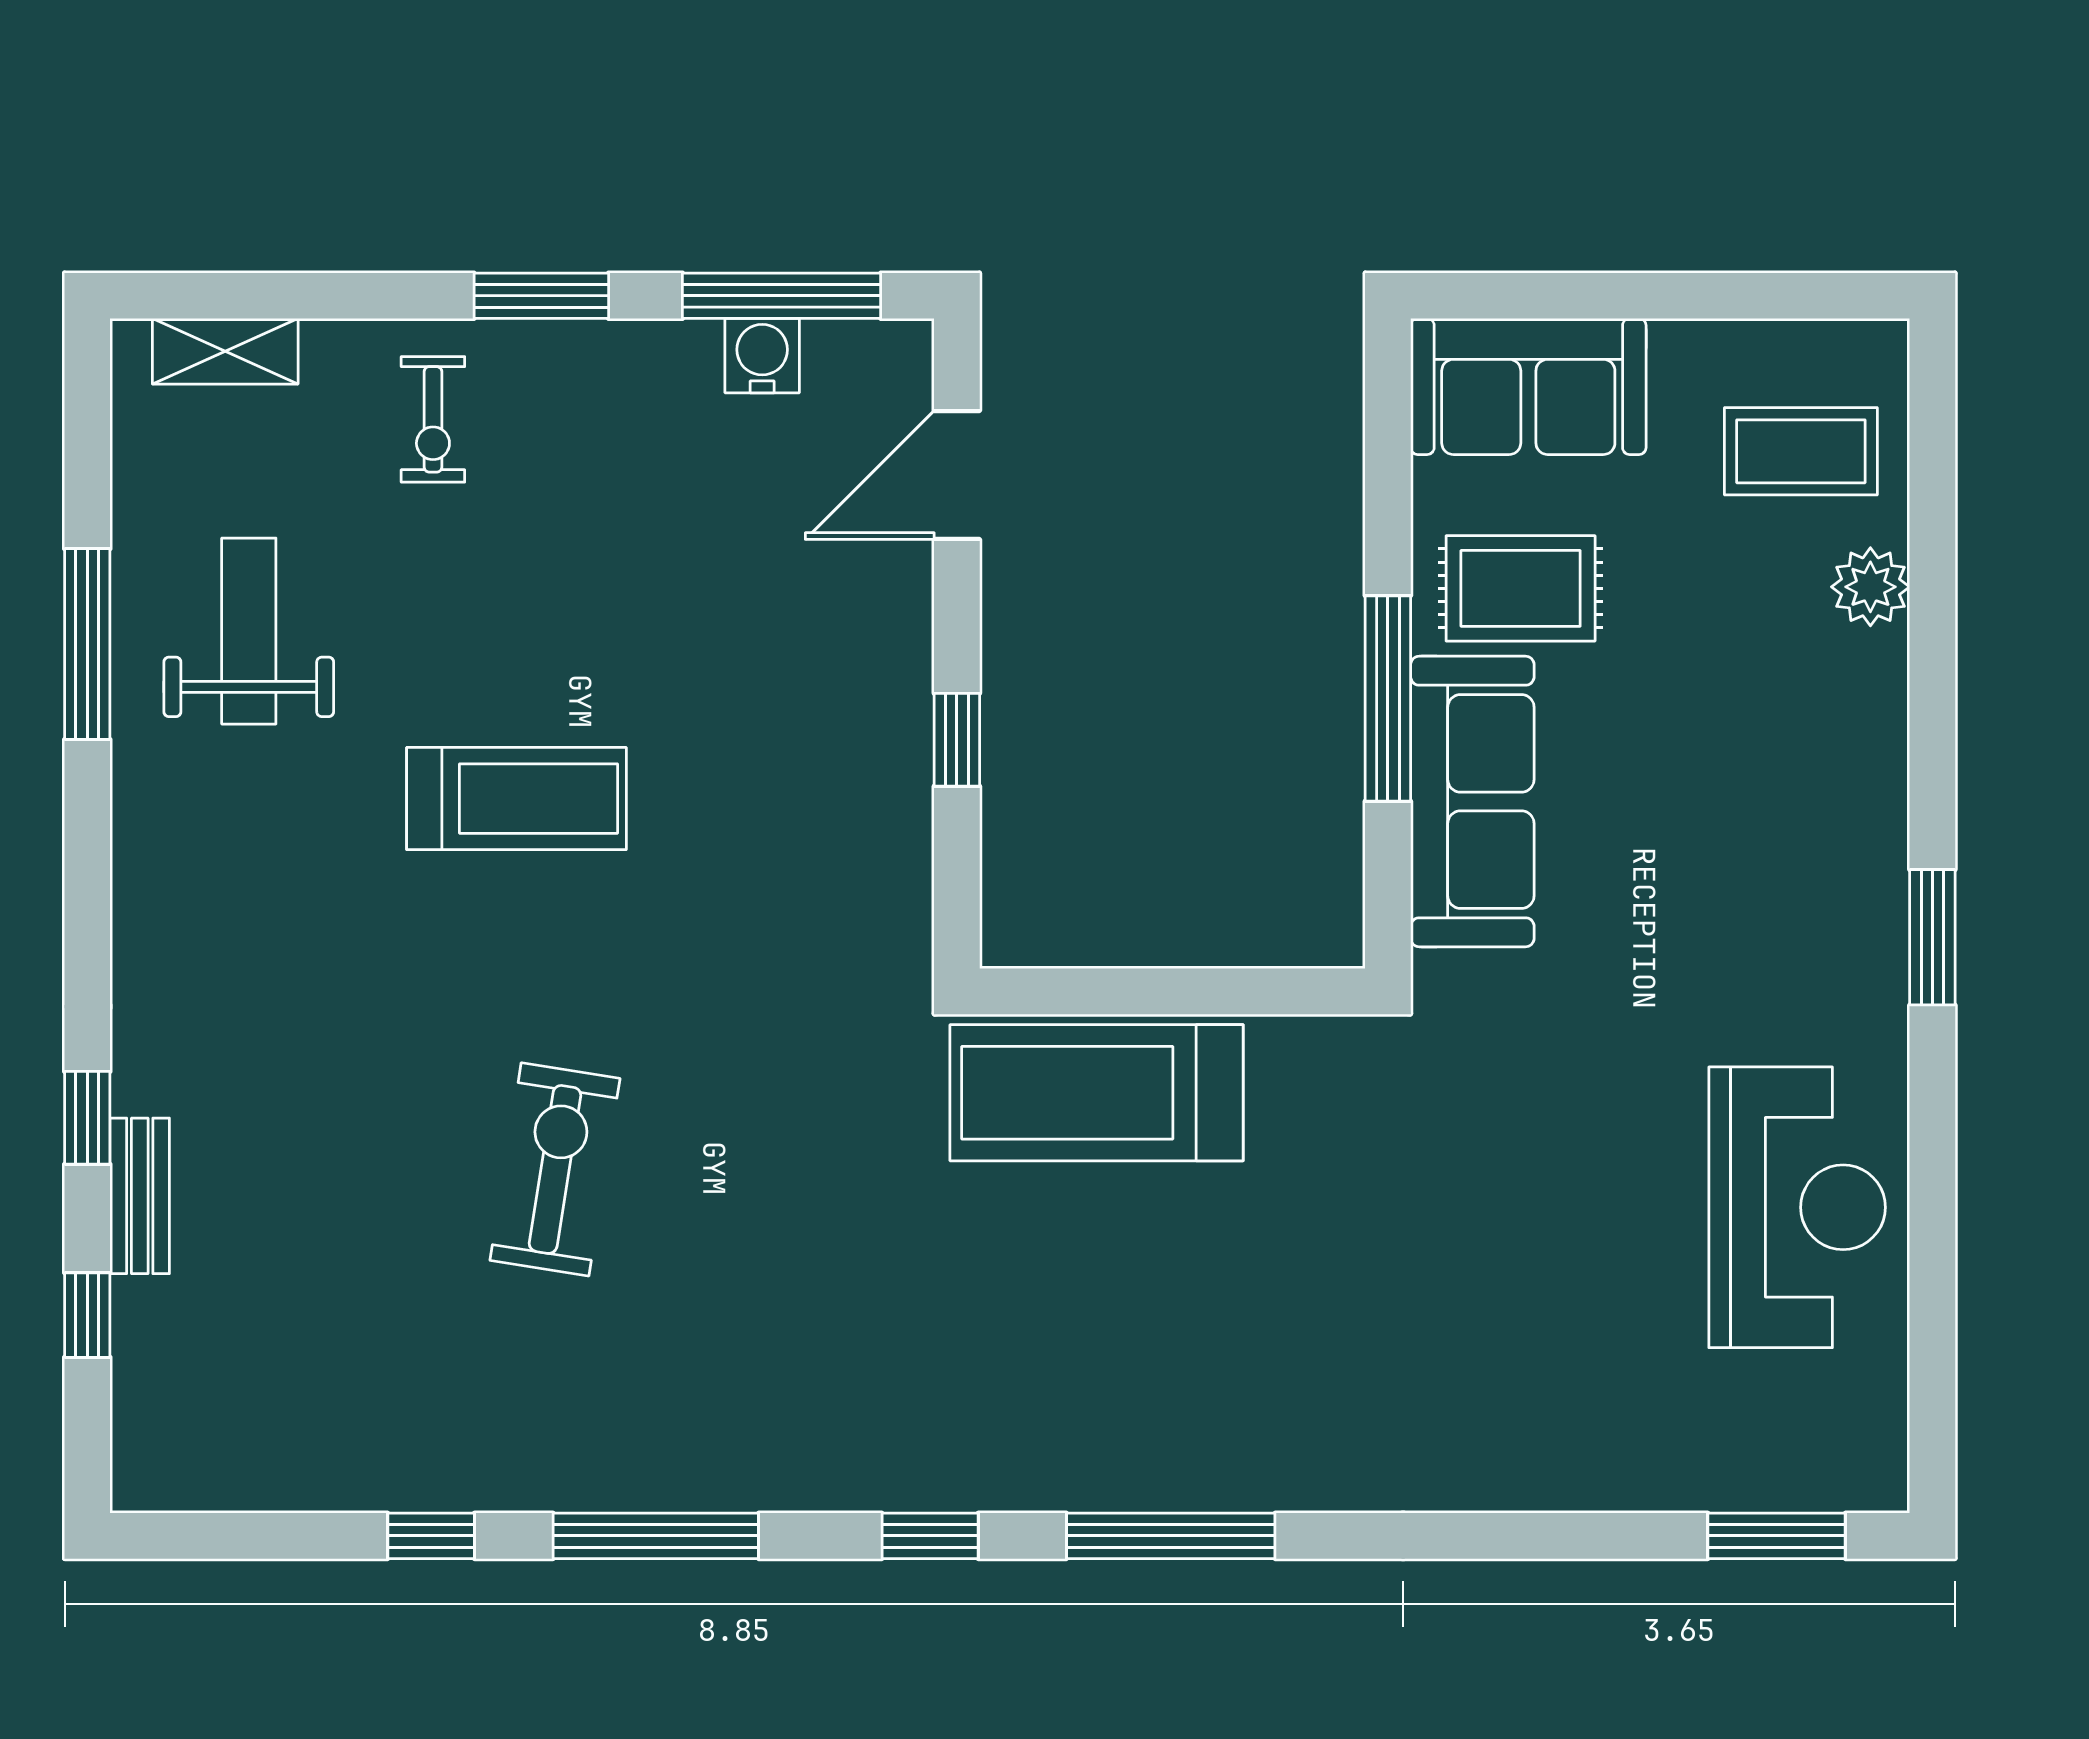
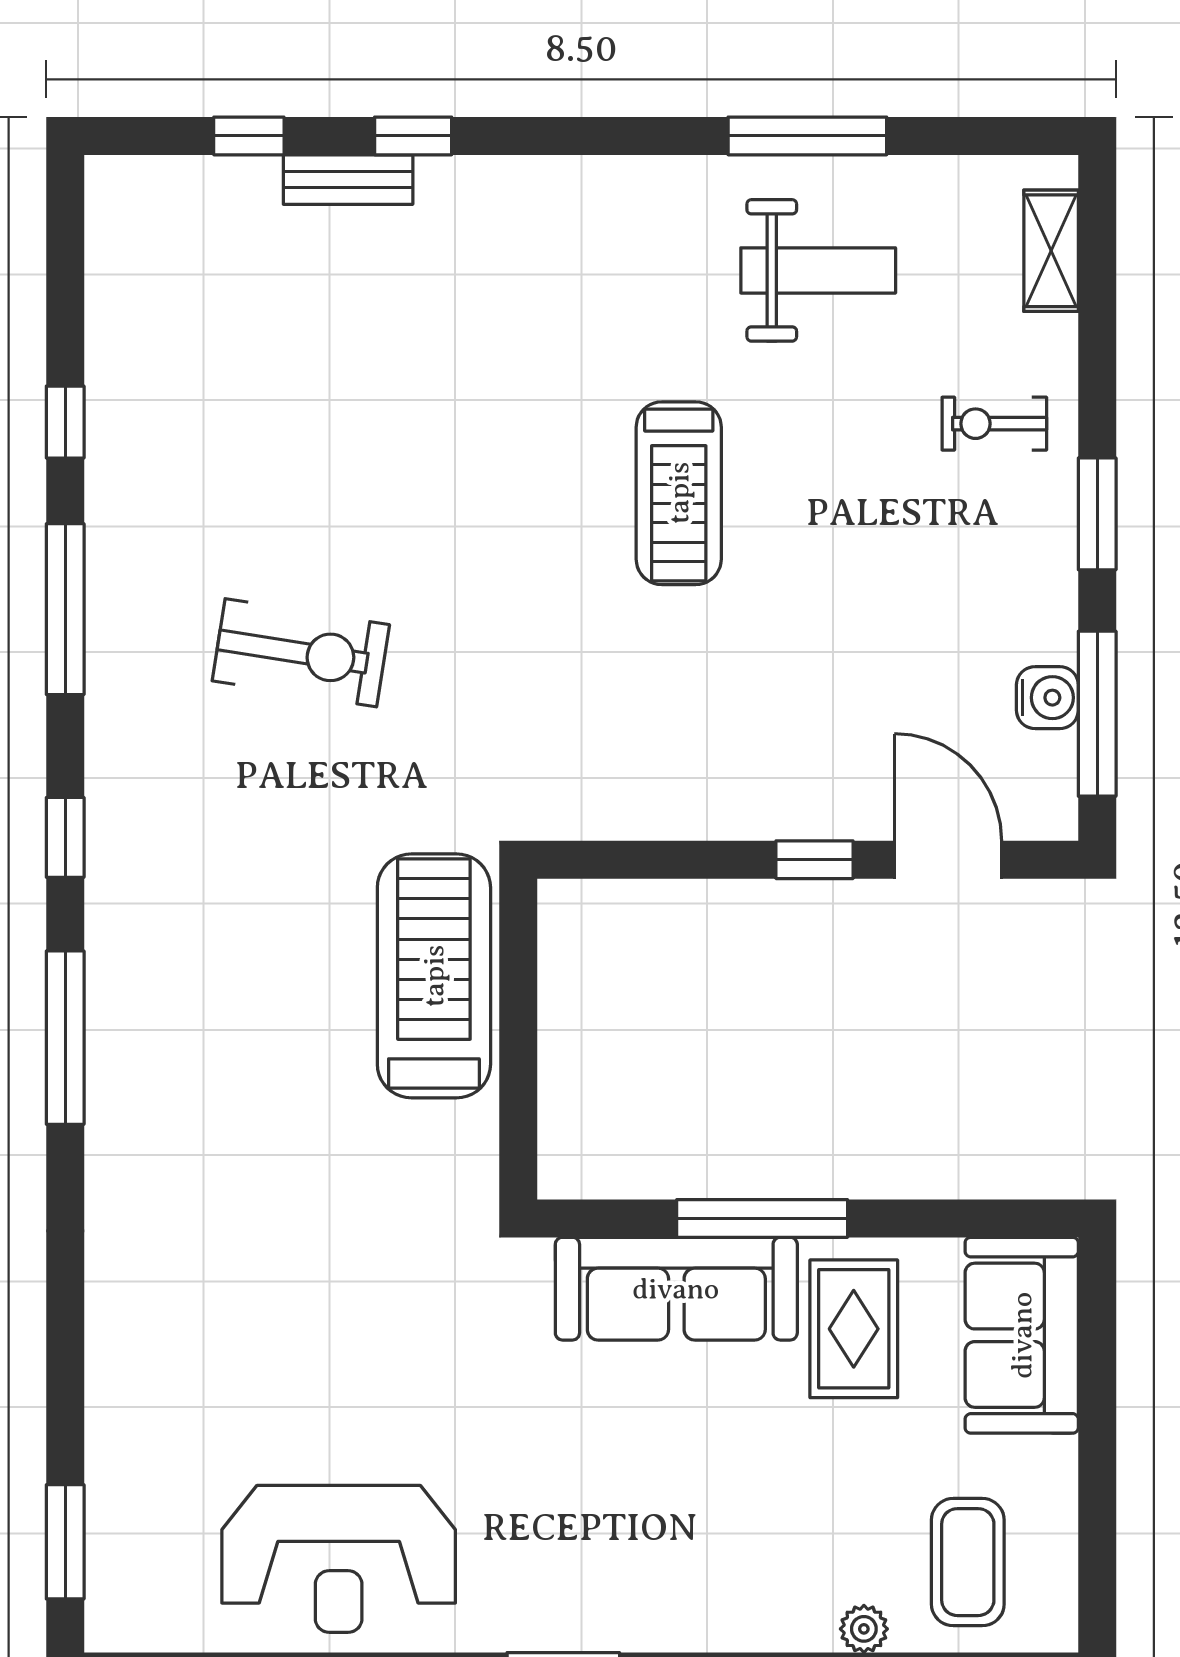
plant: (1870, 587) -> (864, 1629), width x0.73, depth x0.73
window: (957, 740) -> (814, 860), moved
exercise bike: (555, 1169) -> (301, 653), moved

